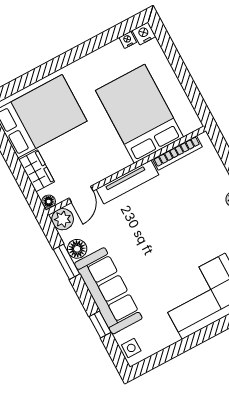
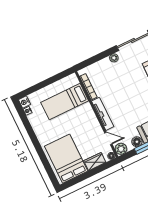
bed: (140, 114) -> (65, 102), width x0.67

